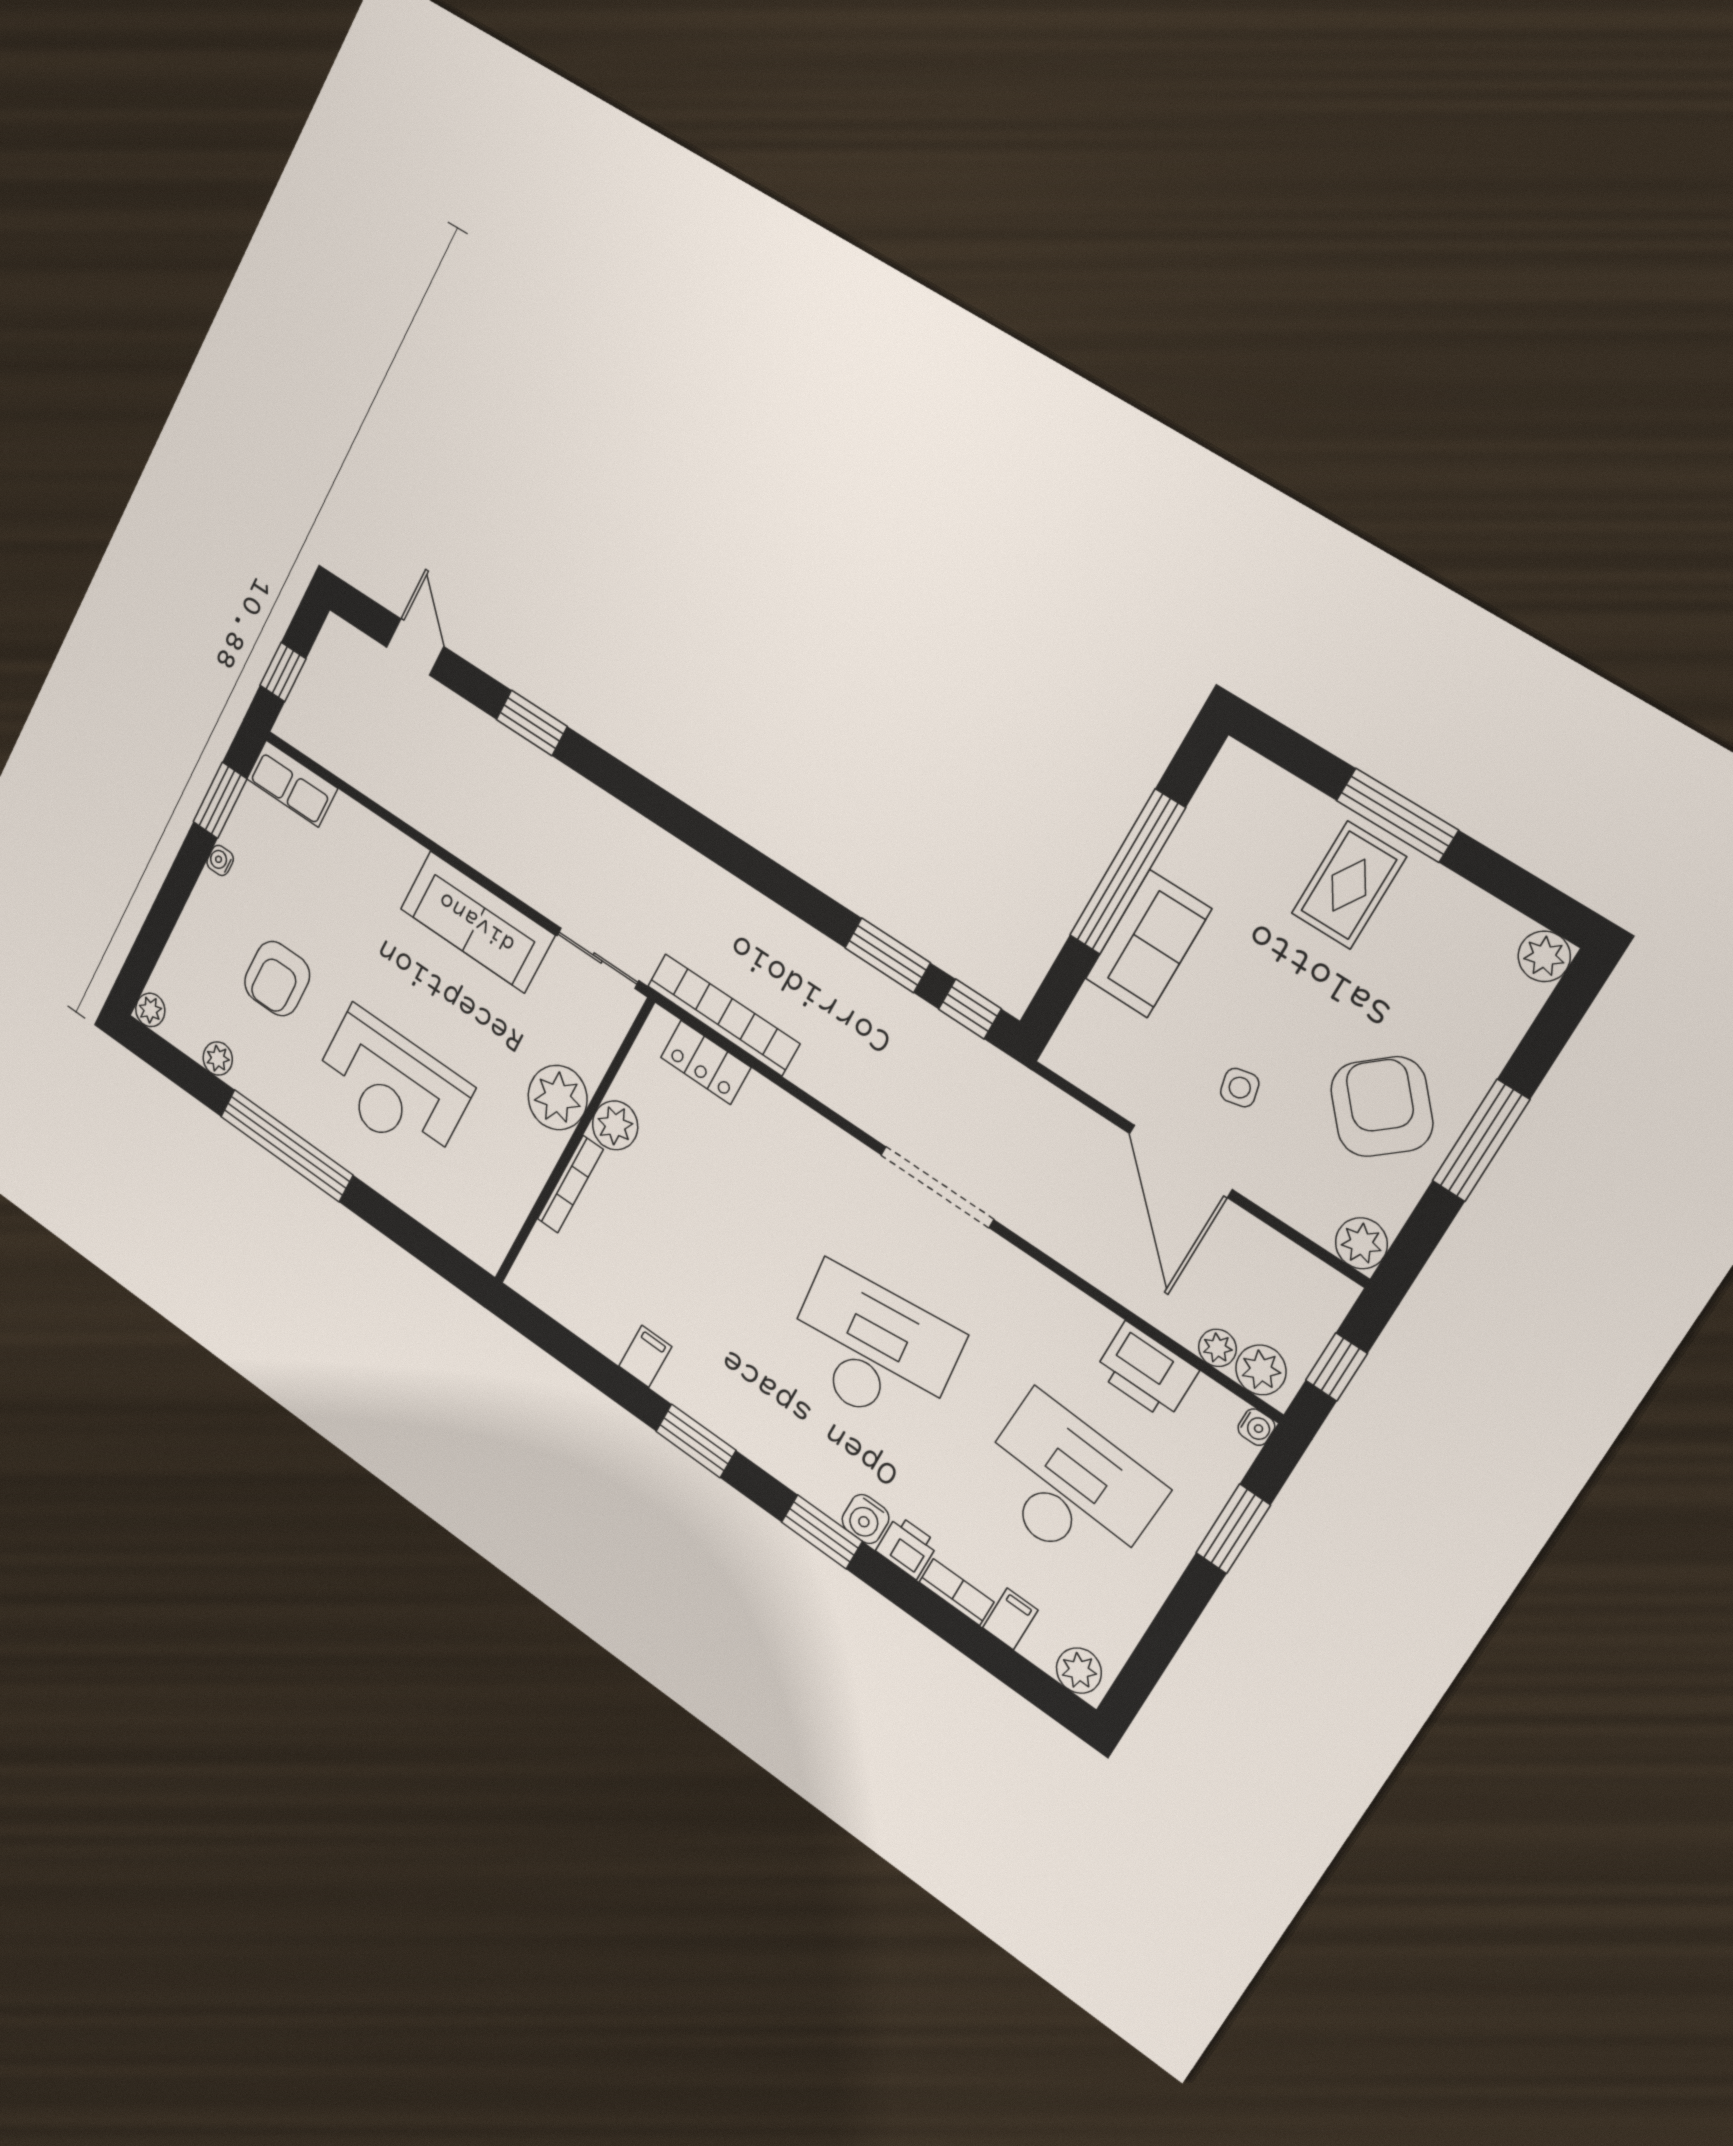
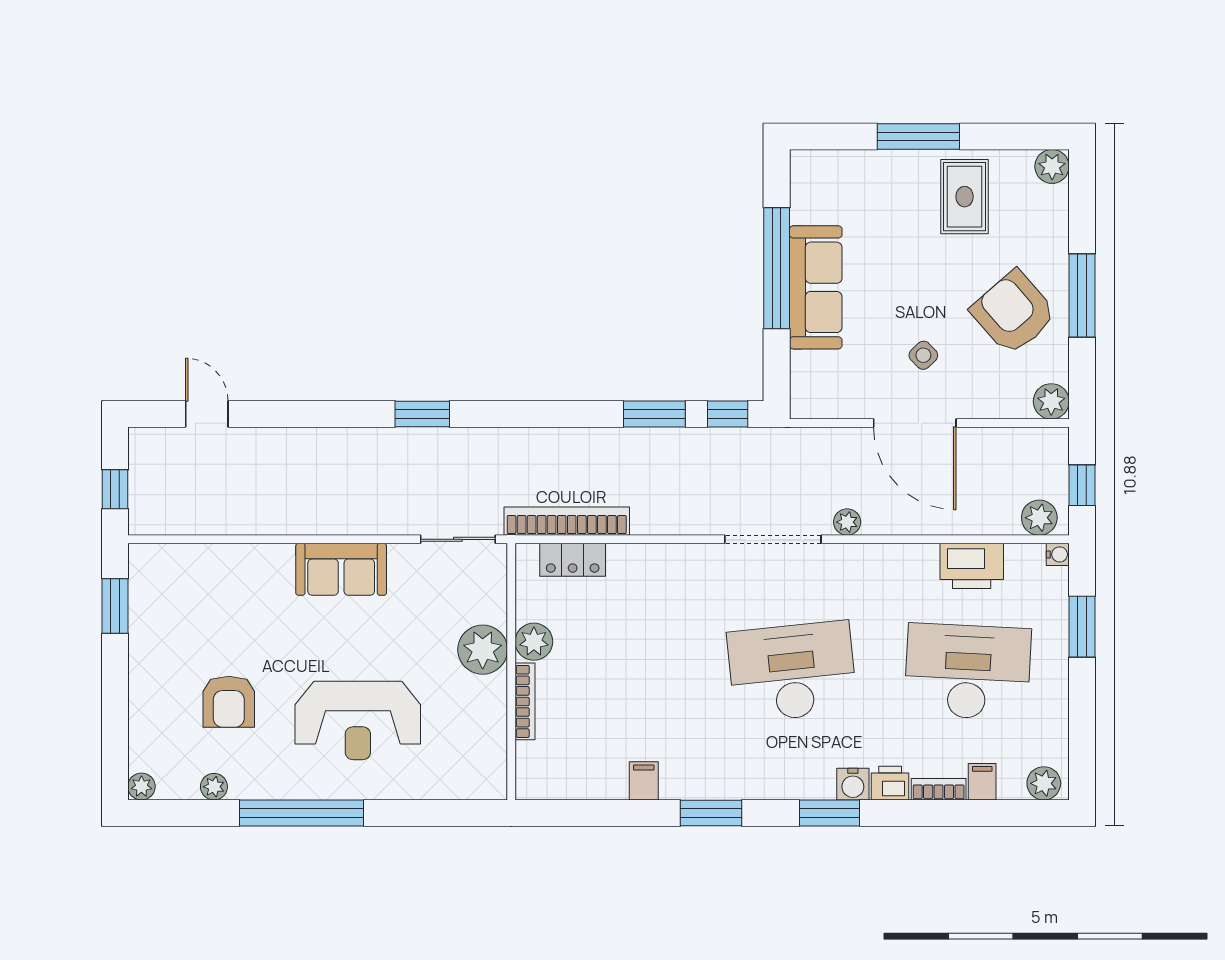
window: (532, 723) -> (422, 414), moved
row of seats: (292, 784) -> (165, 561), removed
water cooler: (220, 860) -> (138, 648), removed
rug: (1349, 885) -> (965, 197), moved
sofa: (477, 922) -> (341, 569), width x0.73
sofa: (1148, 944) -> (816, 287), width x1.36
side table: (1240, 1088) -> (923, 355), turned -31
plant: (1217, 1348) -> (847, 522), moved

